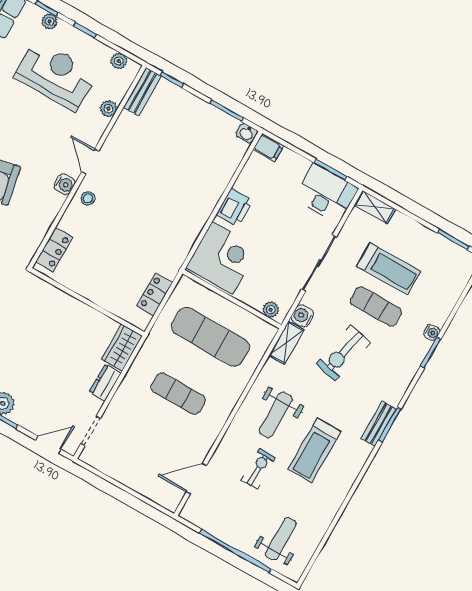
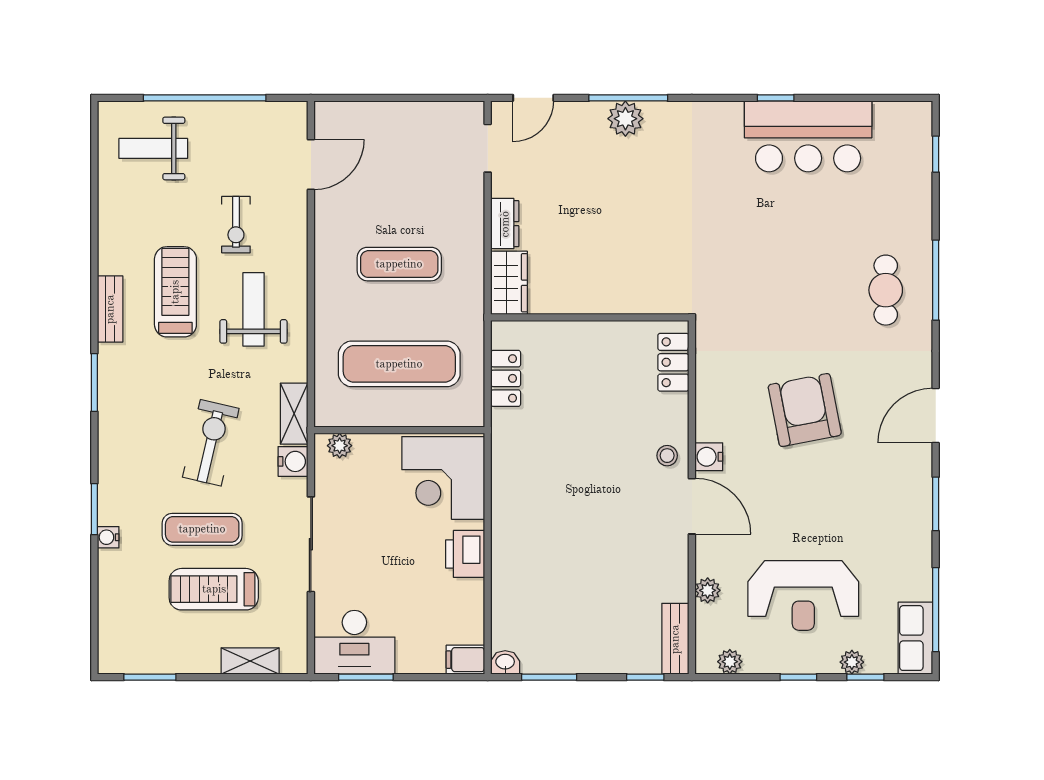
door: (90, 162) -> (692, 506), width x1.38
shelving: (375, 207) -> (250, 661), moved
bench: (379, 424) -> (110, 309), moved
weight bench: (281, 539) -> (153, 148), turned 90

